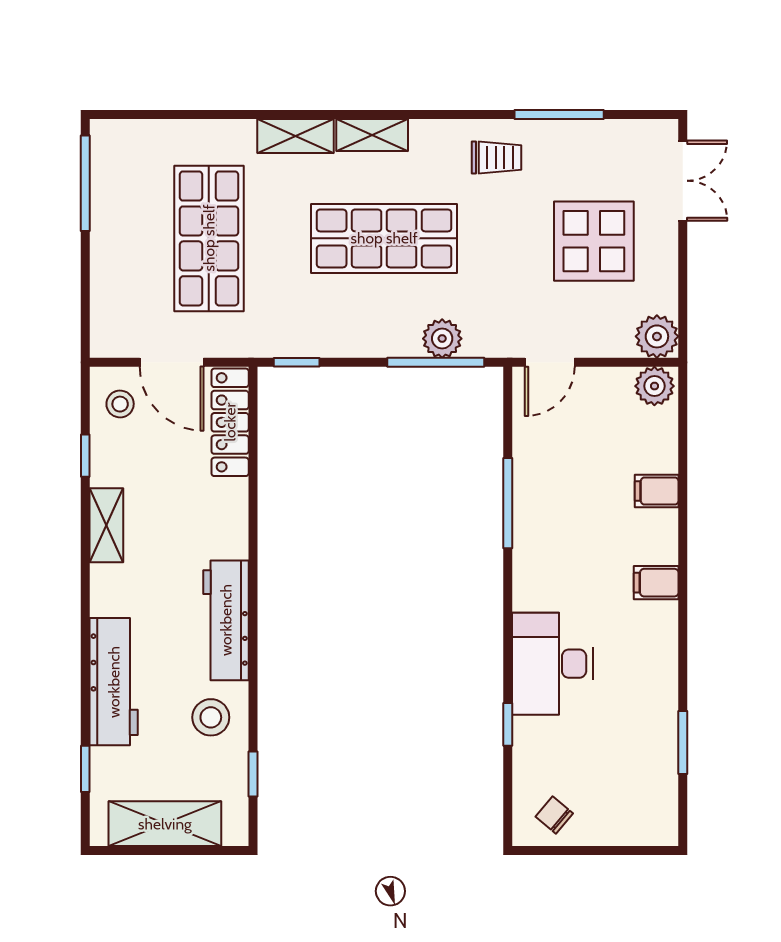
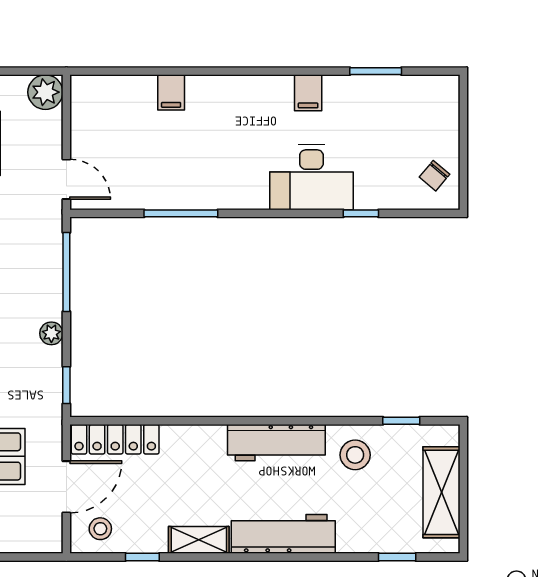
plant: (442, 339) -> (51, 333), moved, width x0.73, depth x0.73
plant: (654, 386) -> (86, 94), removed
filing cabinet: (656, 583) -> (308, 93), moved
workbench: (114, 682) -> (283, 534), moved

